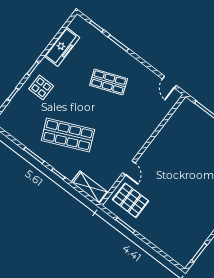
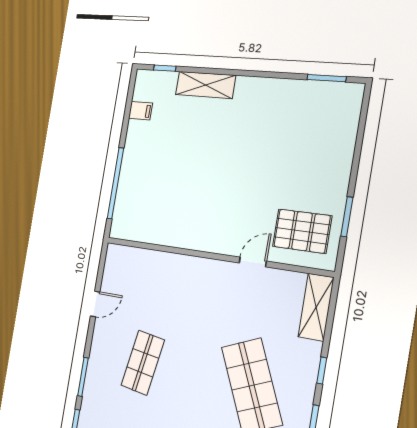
shop shelf: (109, 82) -> (143, 363), turned 30
door: (169, 82) -> (95, 304), moved
pallet: (131, 200) -> (302, 231), turned 90

